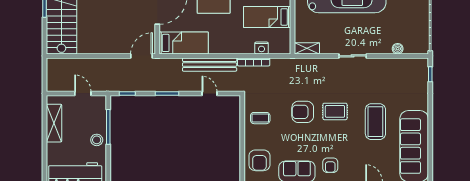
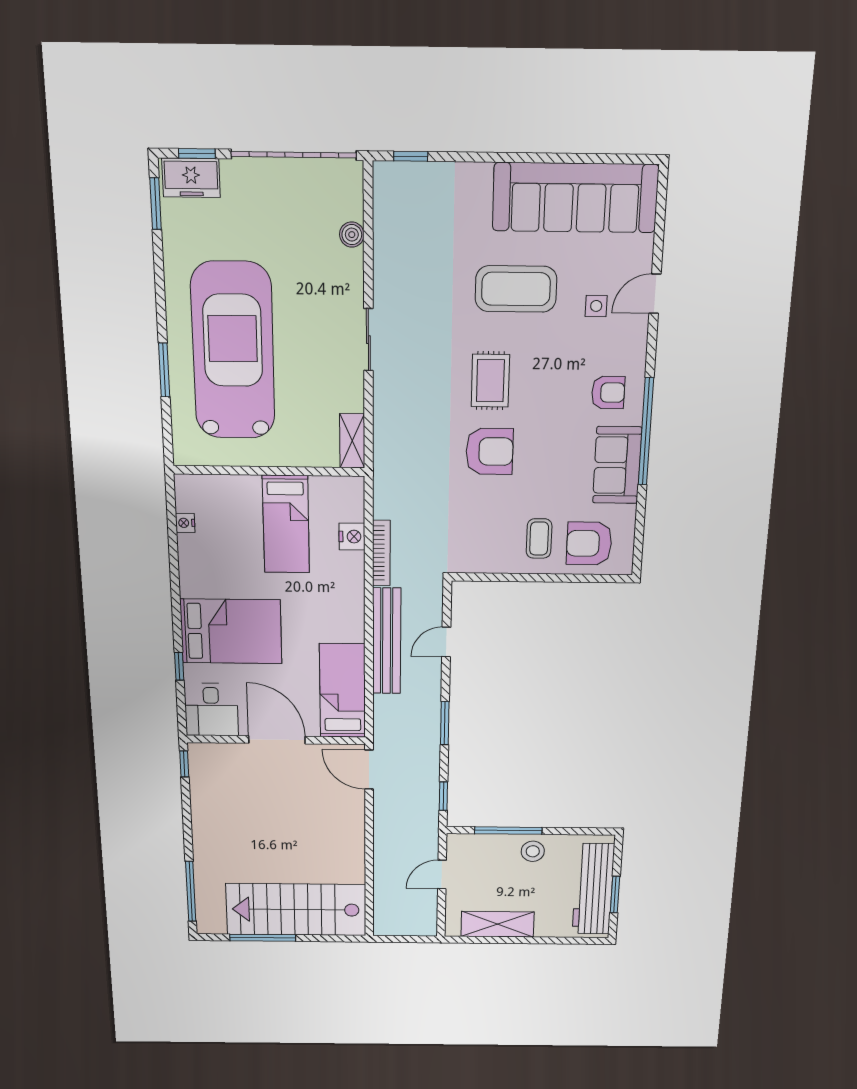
armchair: (303, 112) -> (489, 451), turned -90
coffee table: (260, 118) -> (539, 539), moved
side table: (368, 158) -> (596, 306), added
armchair: (259, 160) -> (589, 543), turned 180

